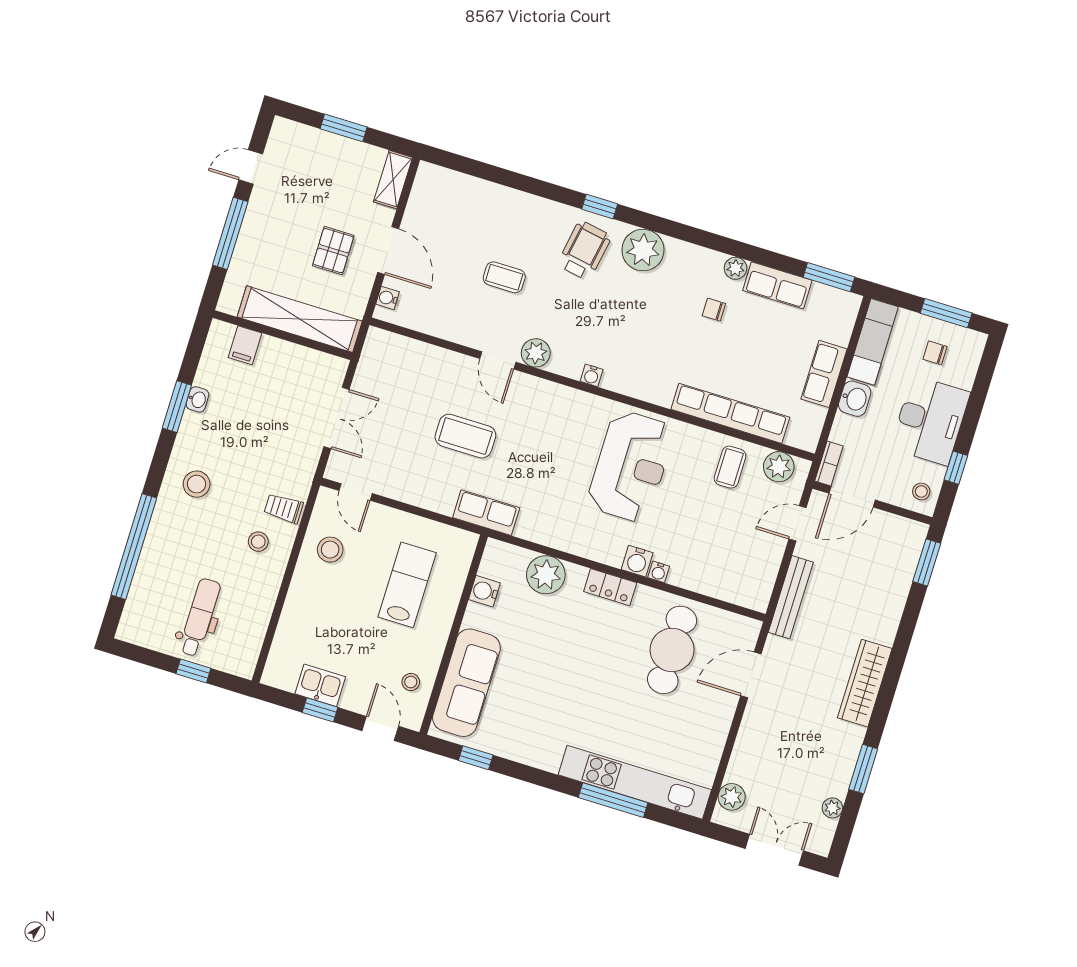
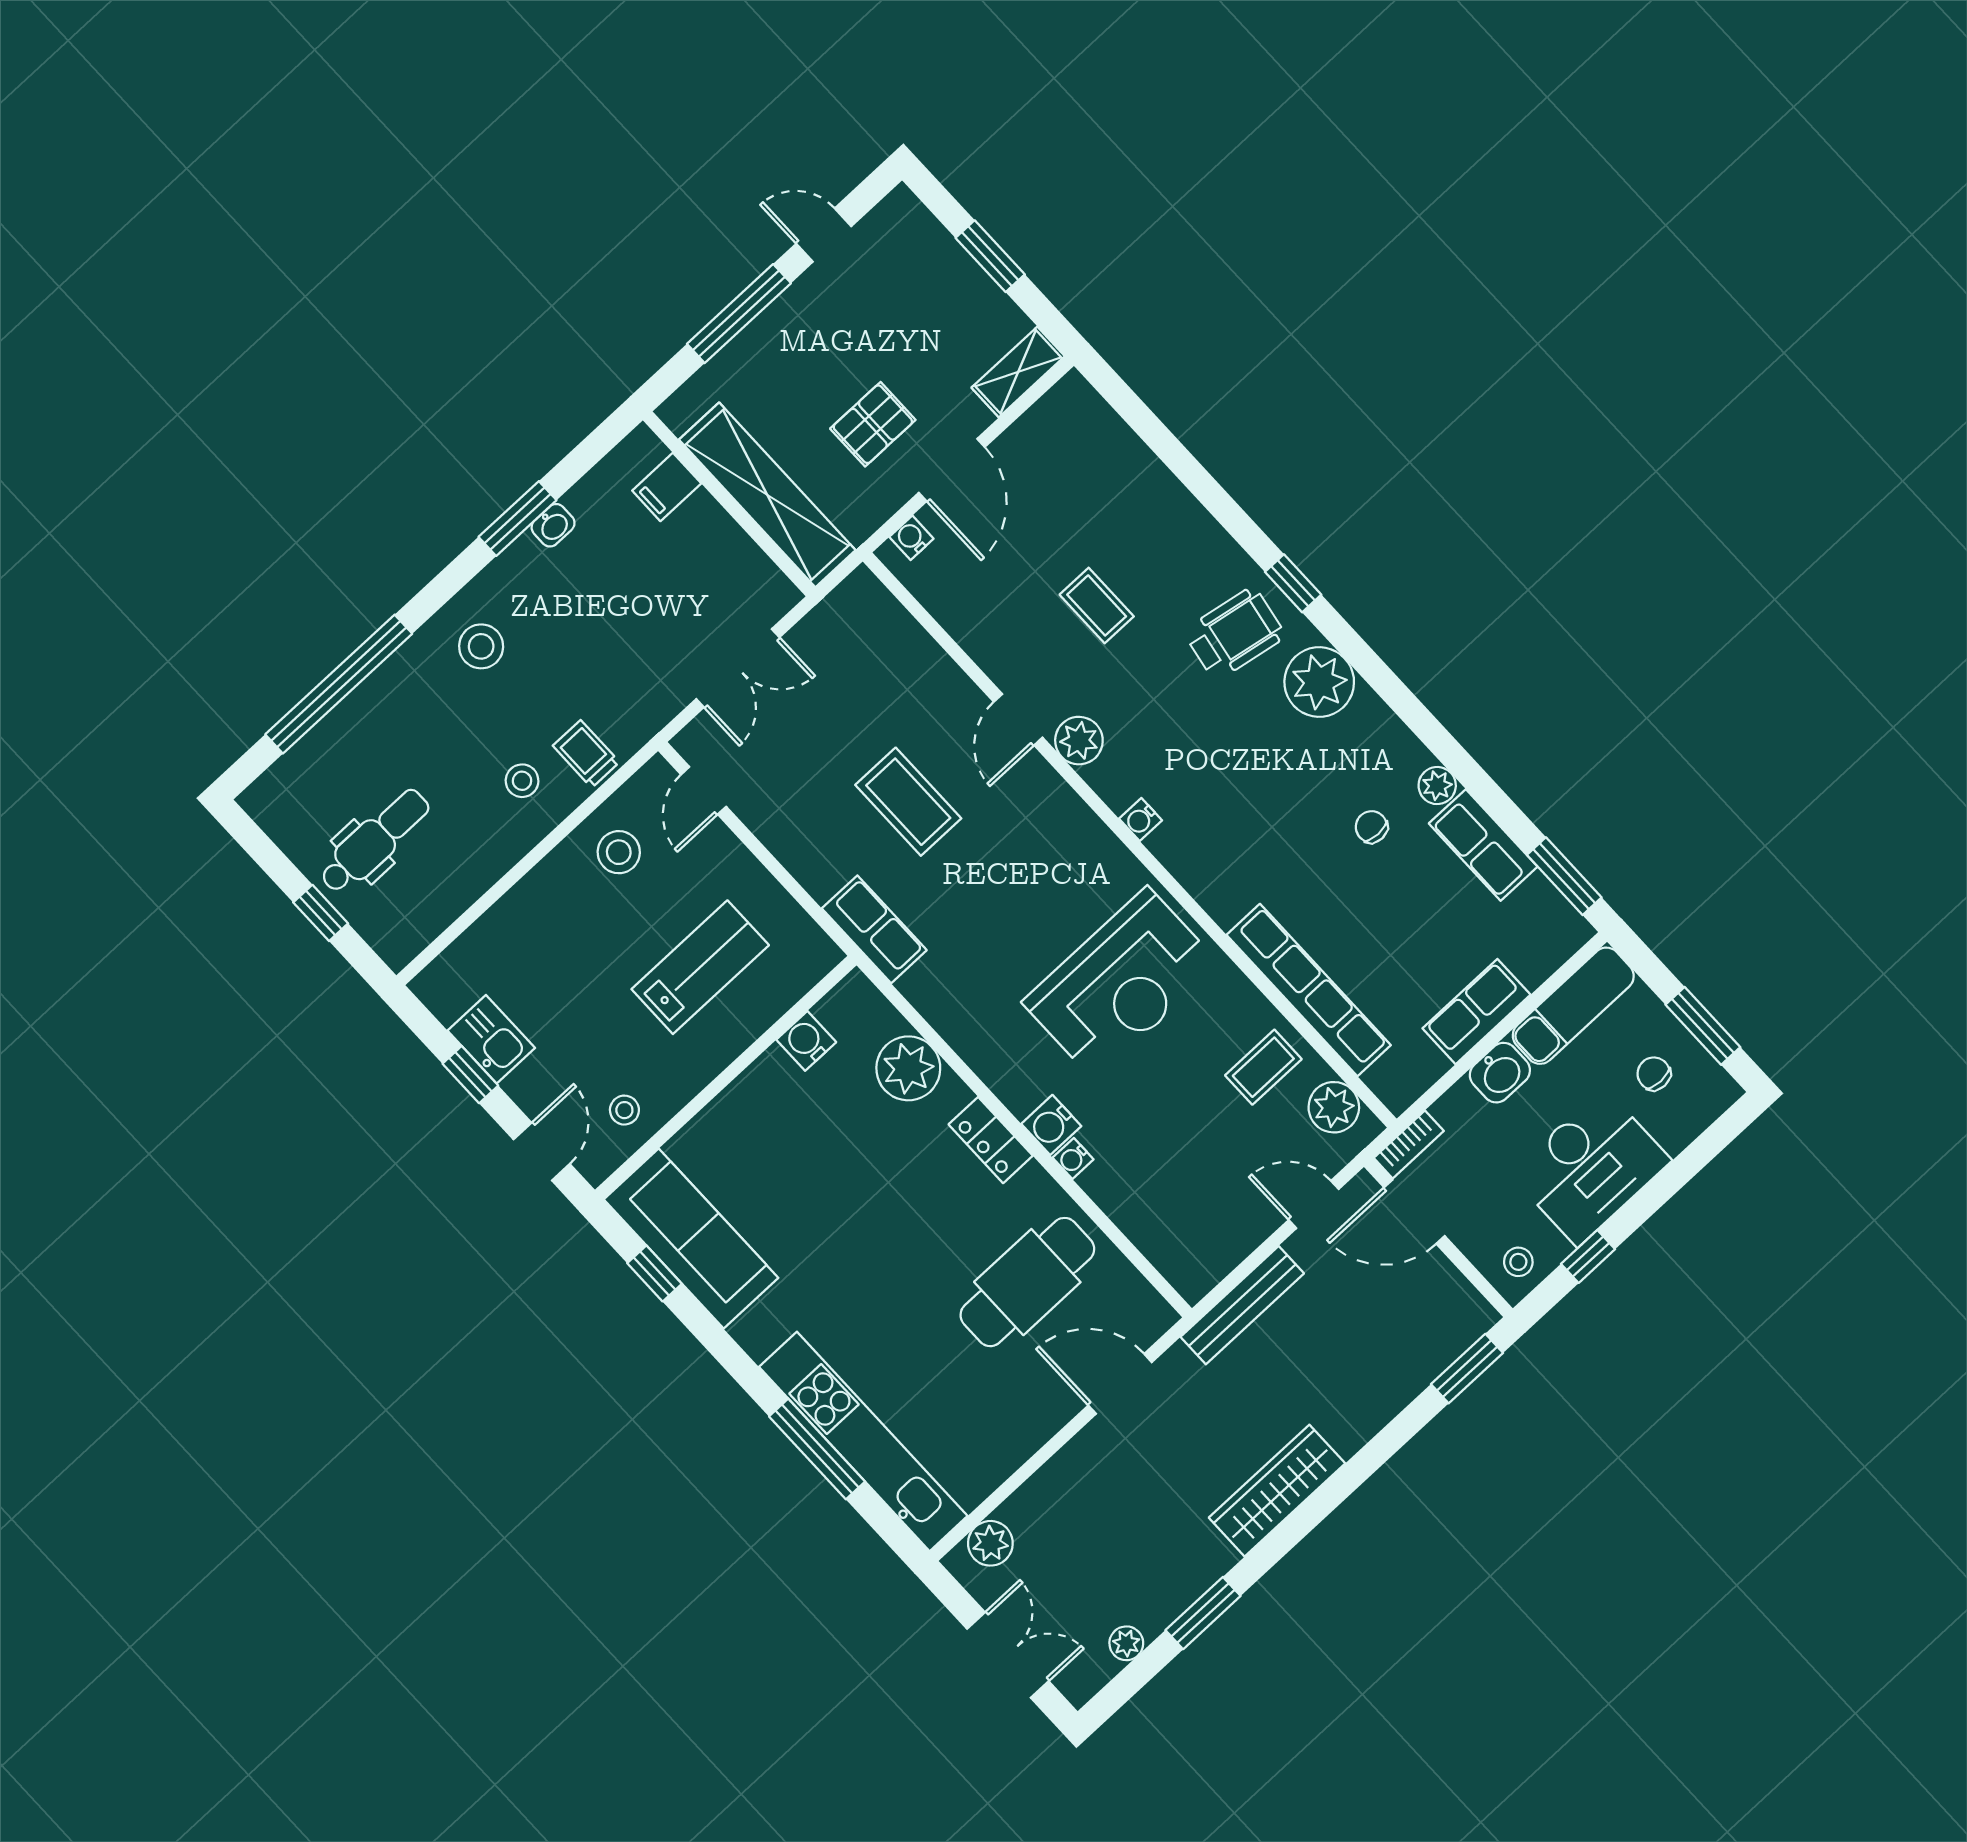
sofa: (466, 683) -> (691, 1239), moved, turned -90

